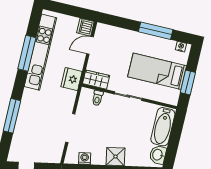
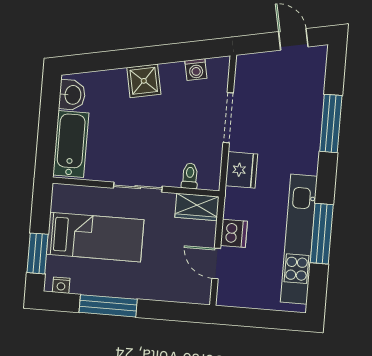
dishwasher: (85, 27) -> (234, 233), moved
door: (90, 45) -> (216, 263), swing flipped
fridge: (71, 79) -> (242, 170), moved
window: (188, 82) -> (37, 253), moved

